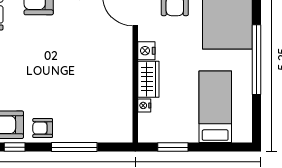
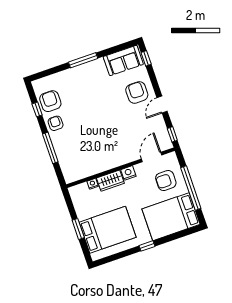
window: (257, 60) -> (147, 246), width x0.32
bed: (215, 107) -> (108, 230), width x1.50
window: (173, 147) -> (78, 229), moved

